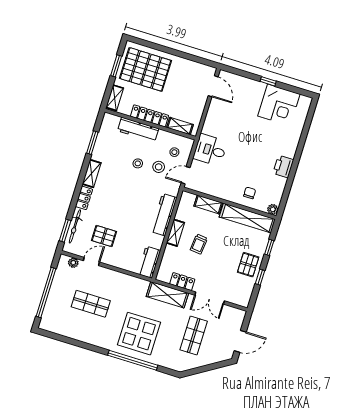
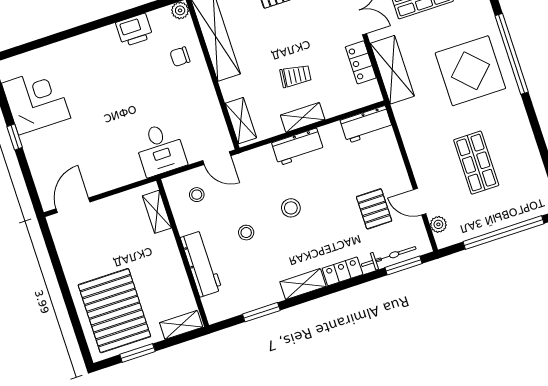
locker: (149, 116) -> (172, 262), removed
stool: (159, 167) -> (291, 208), moved
printer: (283, 167) -> (134, 30), moved
shelving: (208, 204) -> (241, 121), moved
workbench: (164, 215) -> (298, 147), width x0.73

